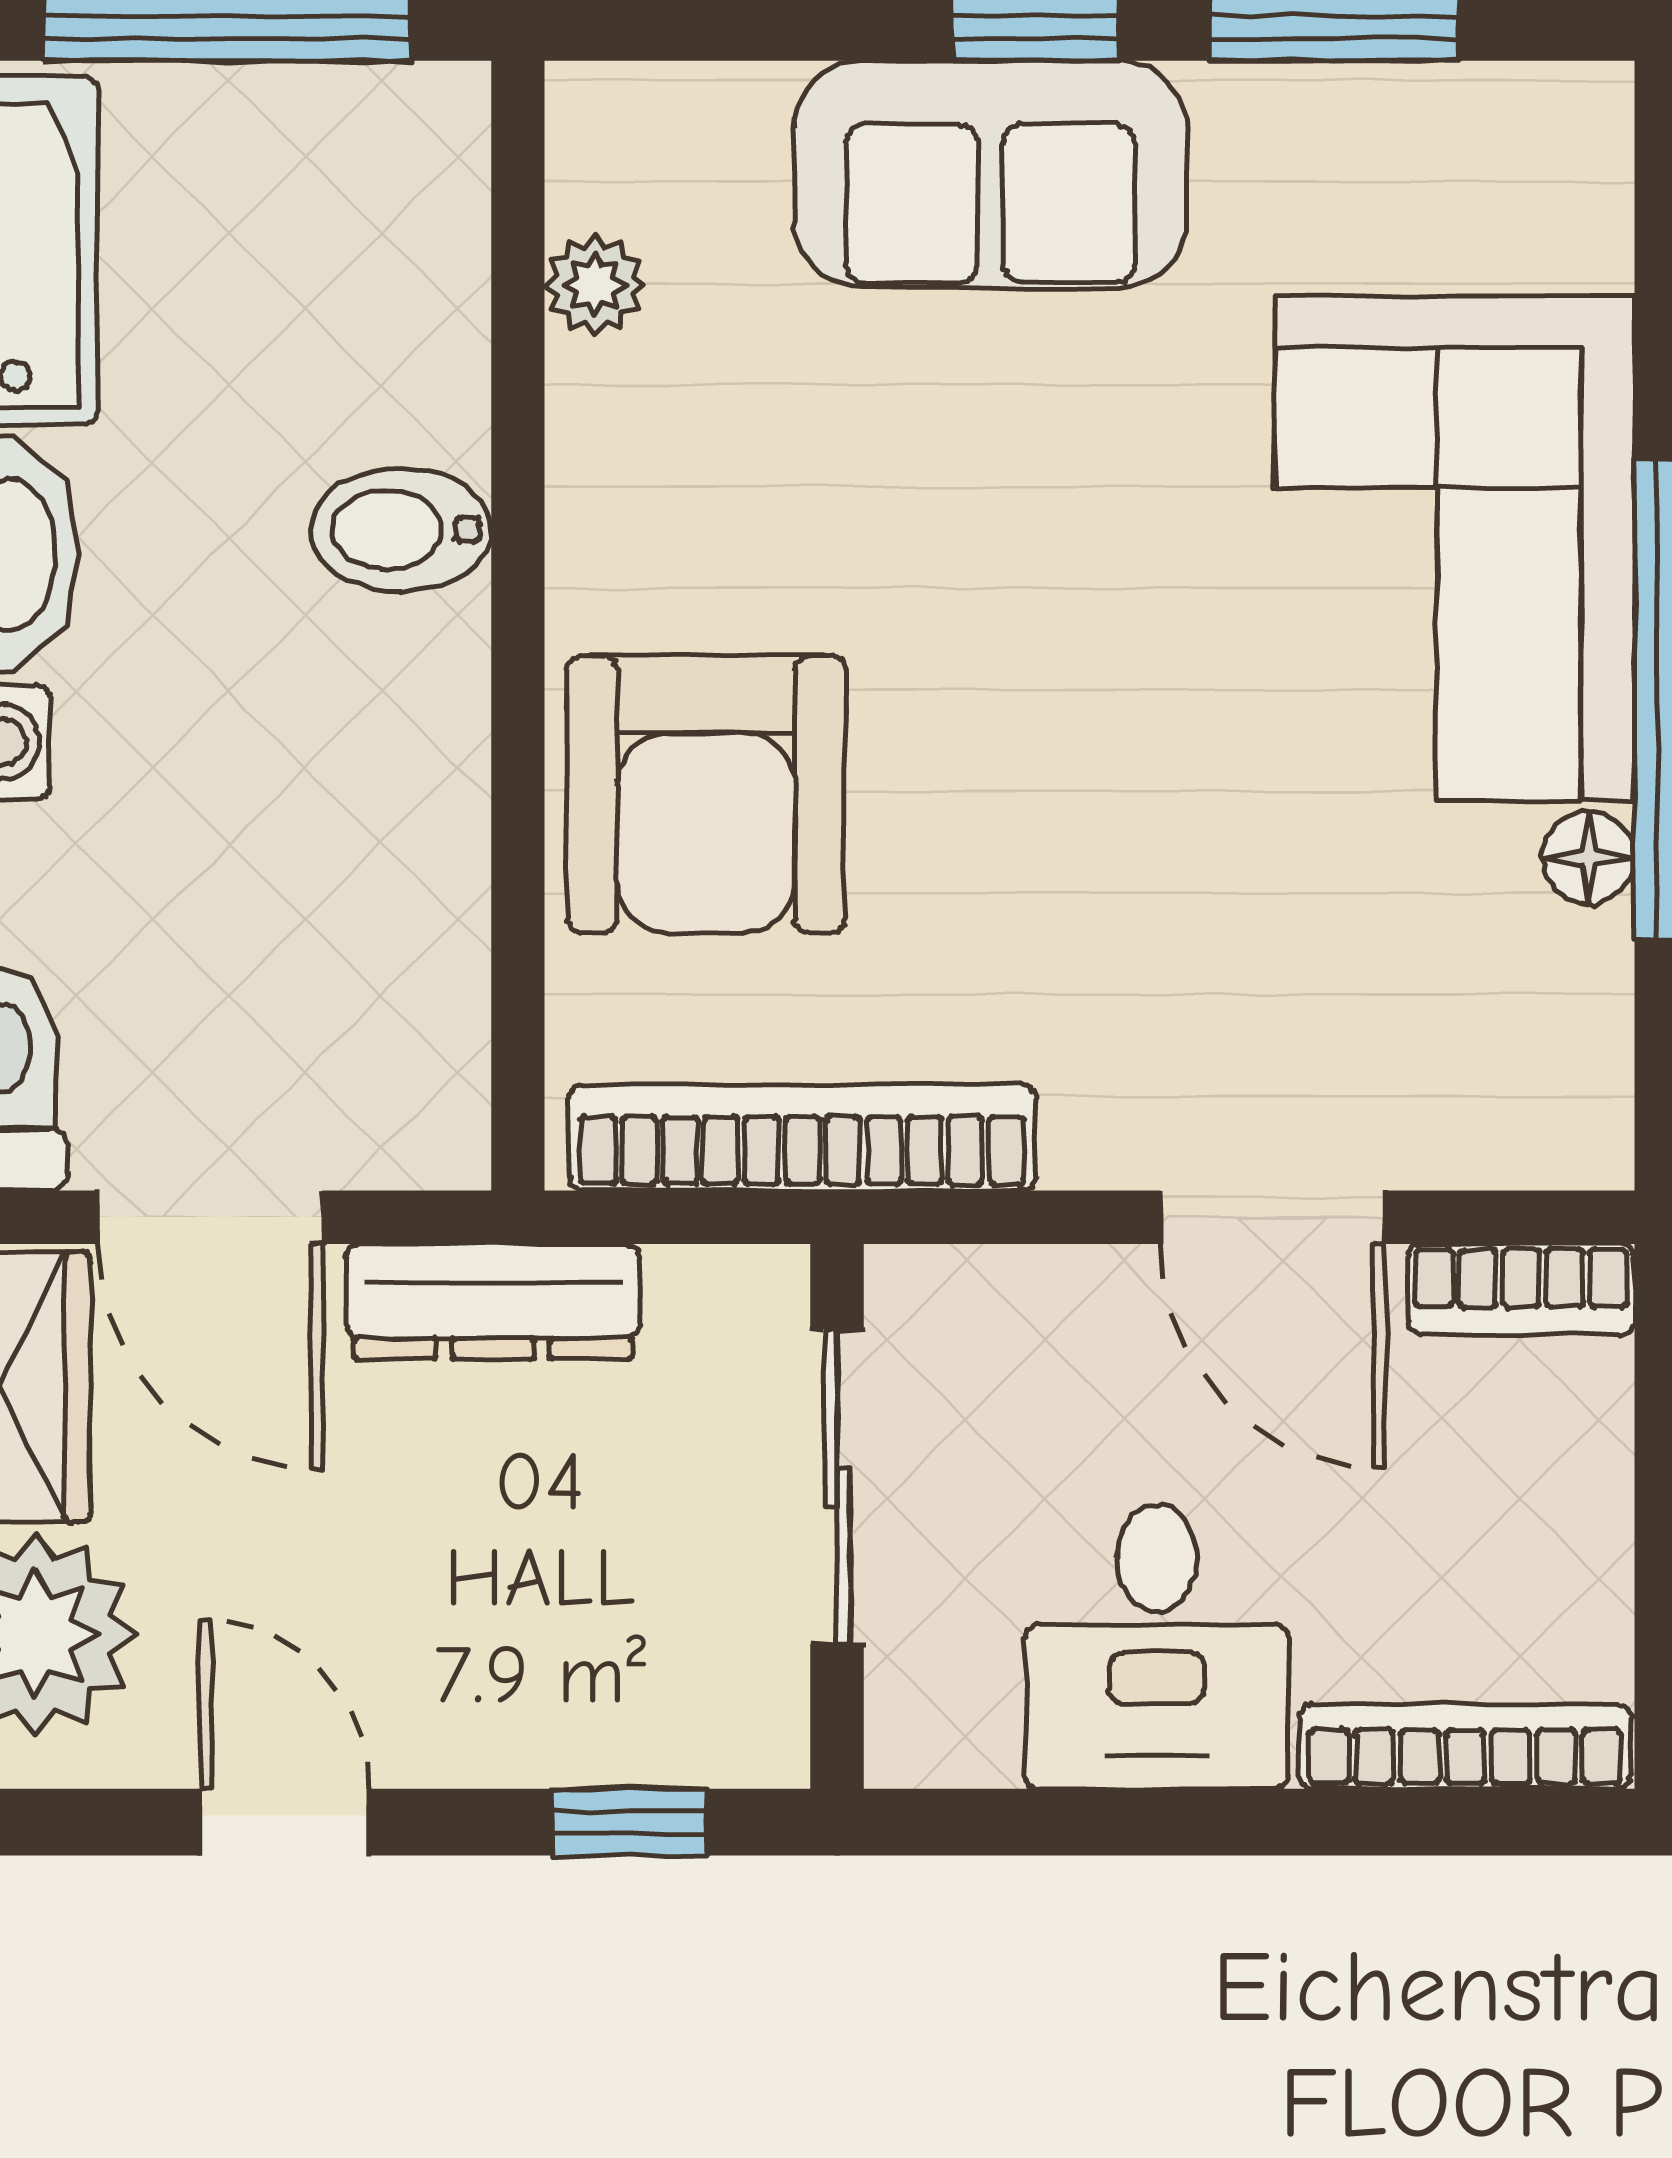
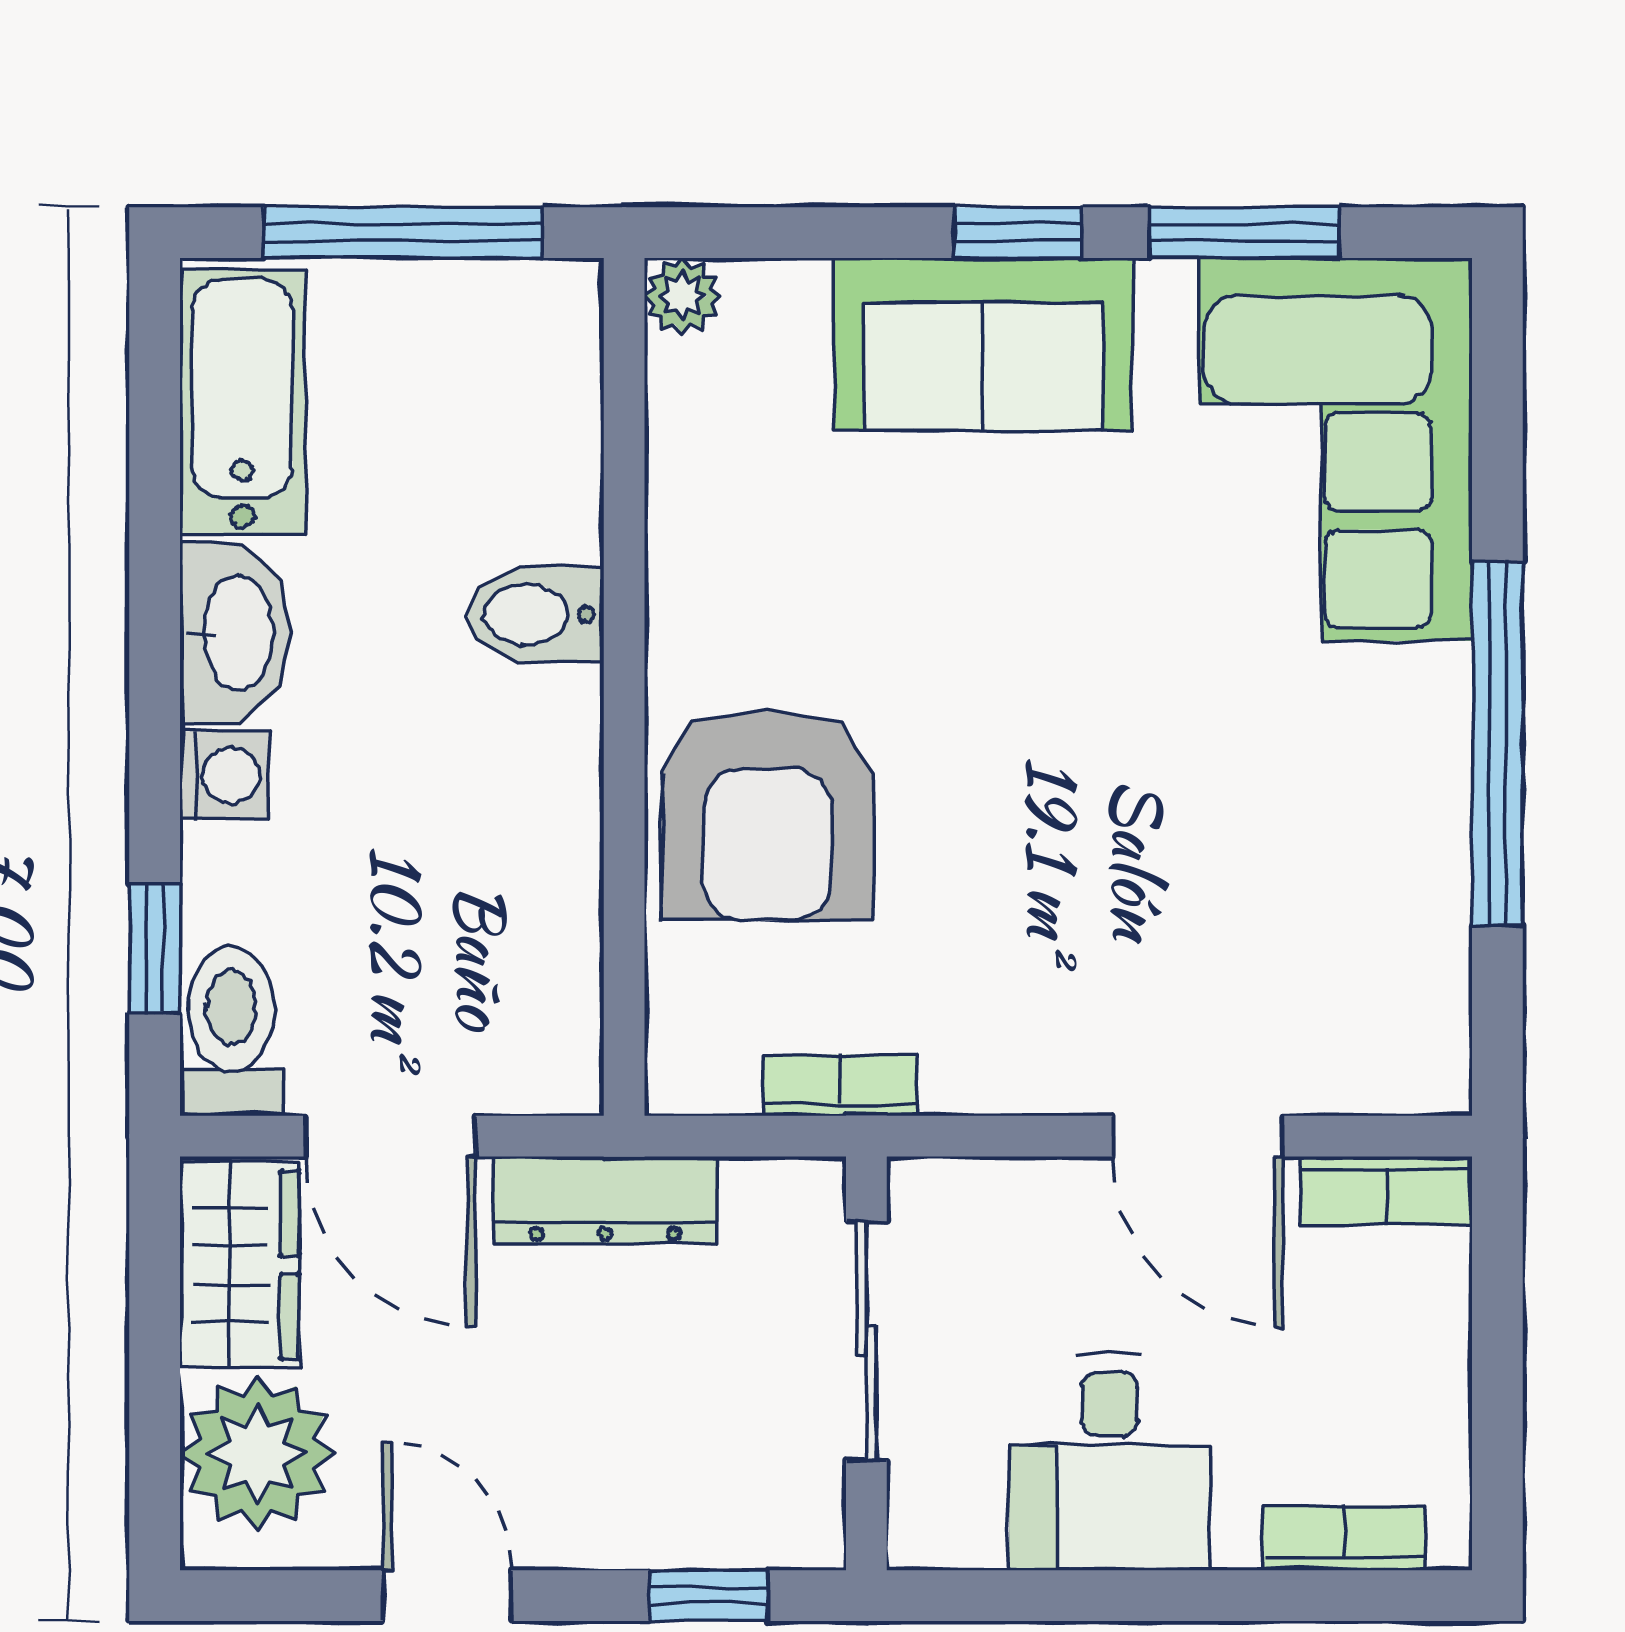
plant: (595, 285) -> (683, 296), moved
corner sofa: (1455, 548) -> (1335, 449), moved
floor lamp: (1588, 858) -> (1437, 863), removed
bookcase: (802, 1138) -> (840, 1085), width x0.43, depth x0.76
bookcase: (1465, 1746) -> (1344, 1538), width x0.64

